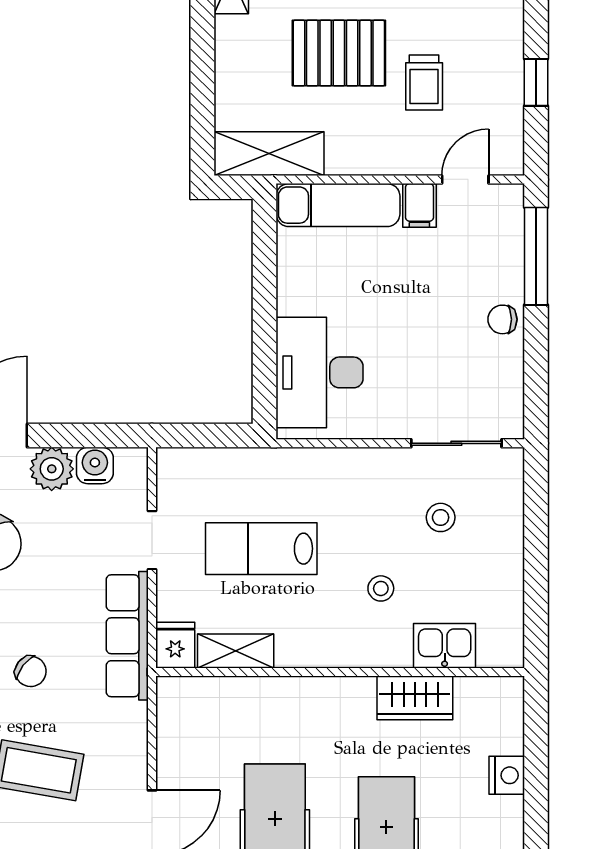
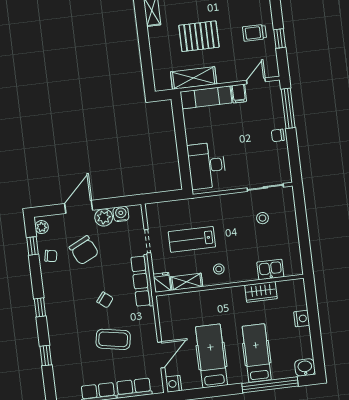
trolley: (424, 83) -> (254, 33), moved, turned 90
shelving: (269, 154) -> (194, 78), moved
stool: (381, 588) -> (219, 269), moved

